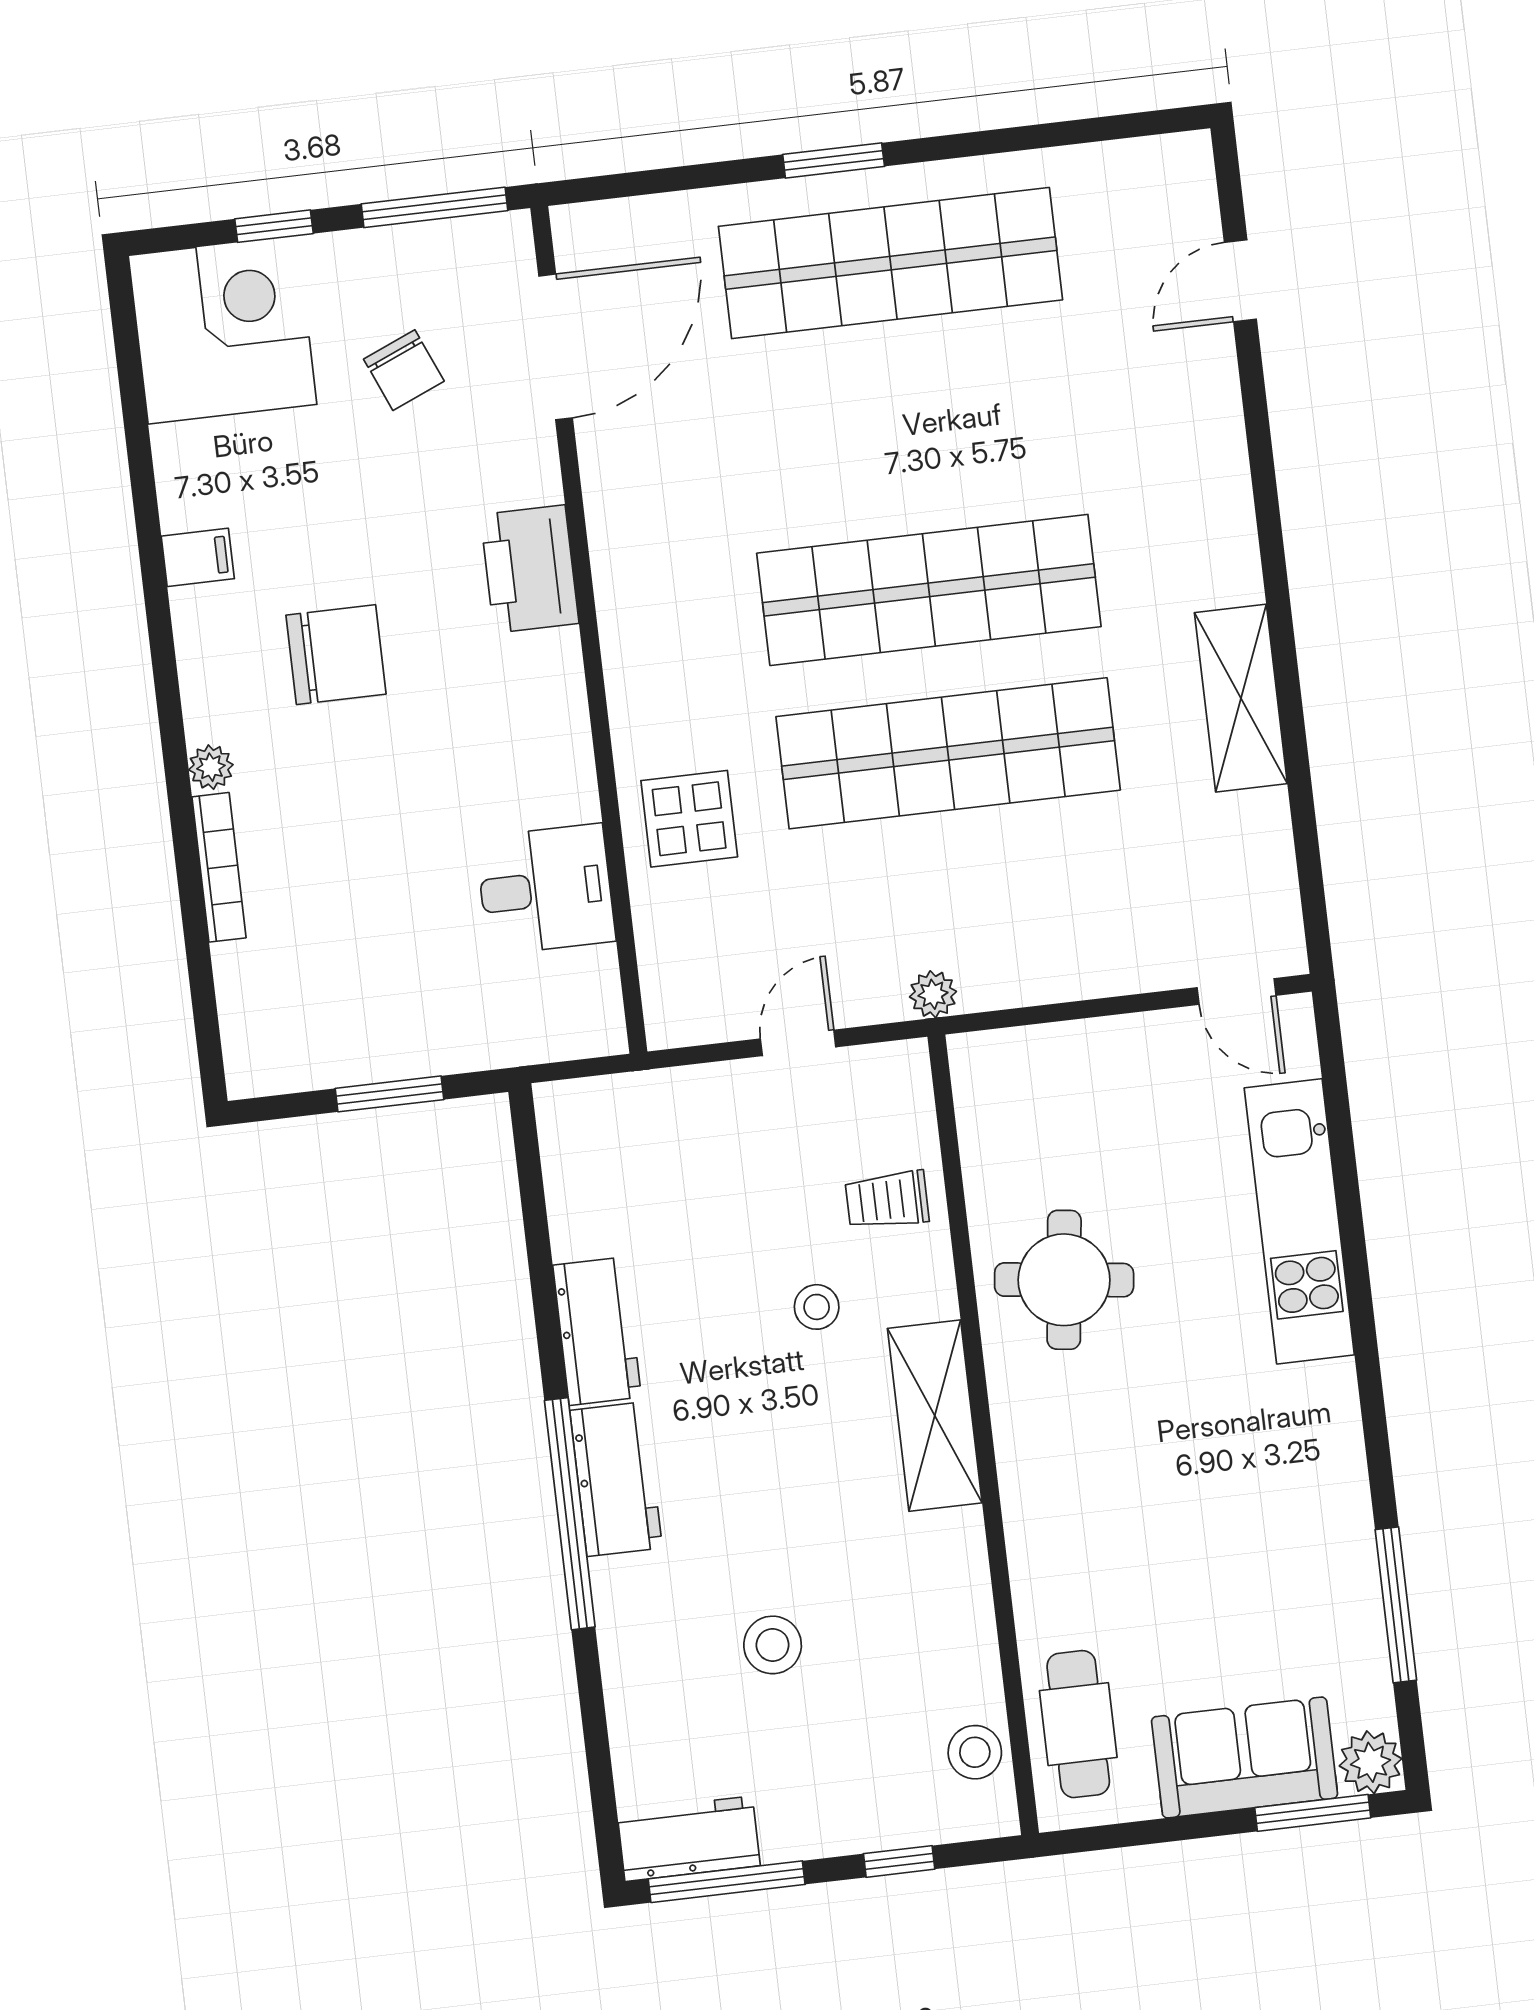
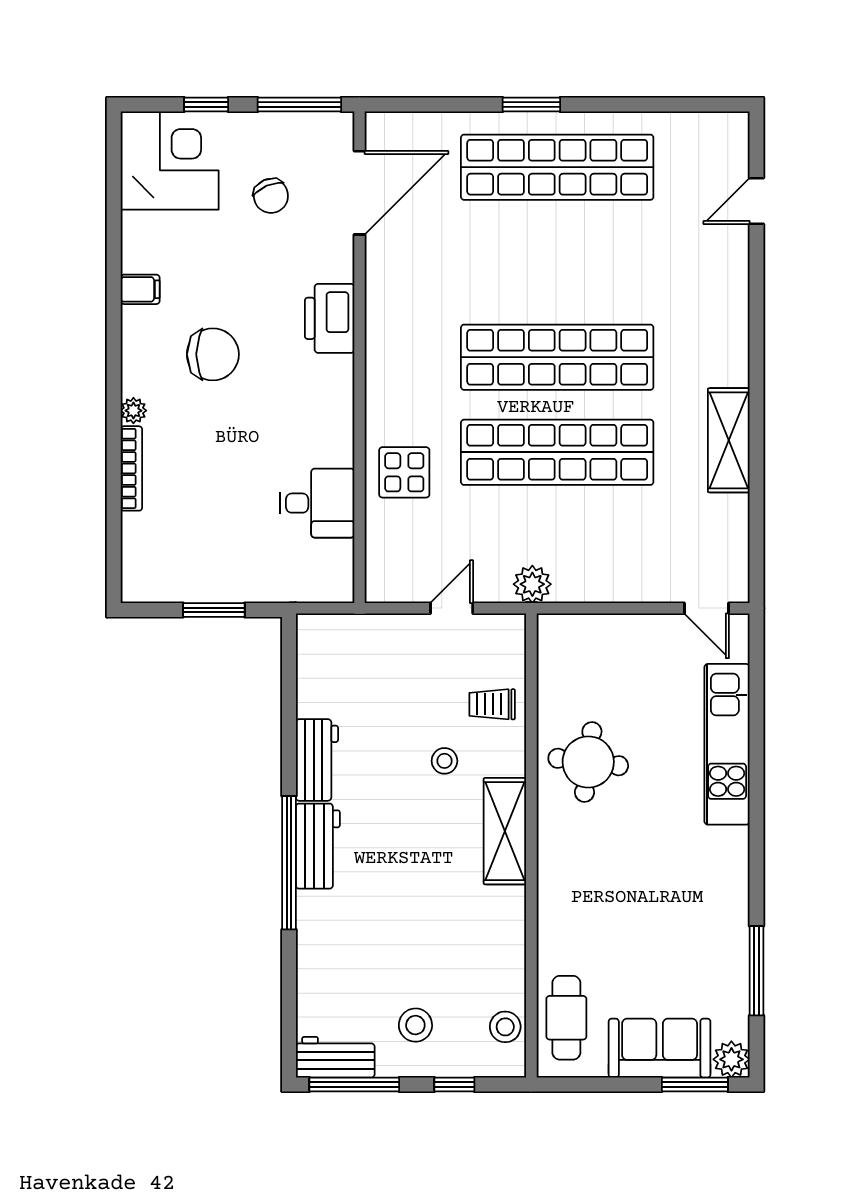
plant: (933, 994) -> (532, 584), width x1.38, depth x1.38
stool: (773, 1645) -> (415, 1025), moved

